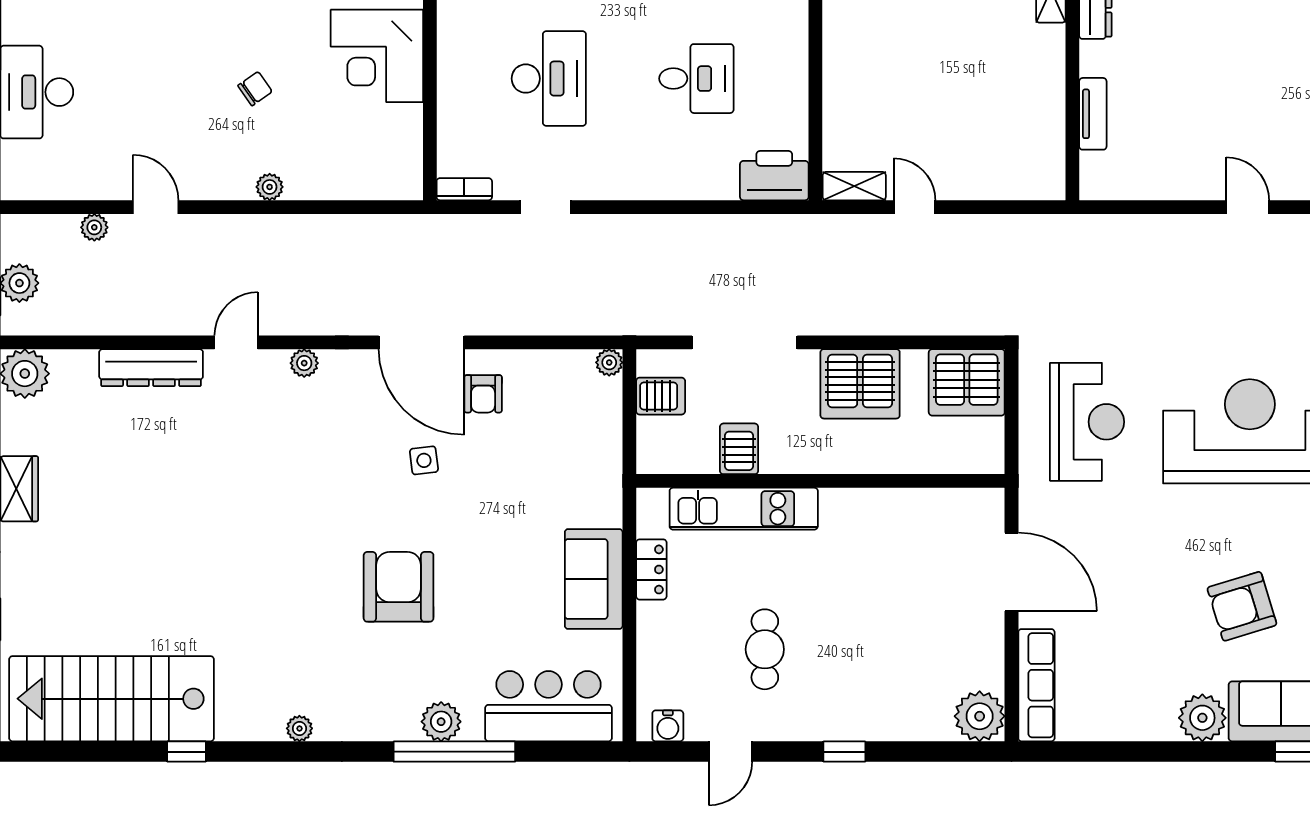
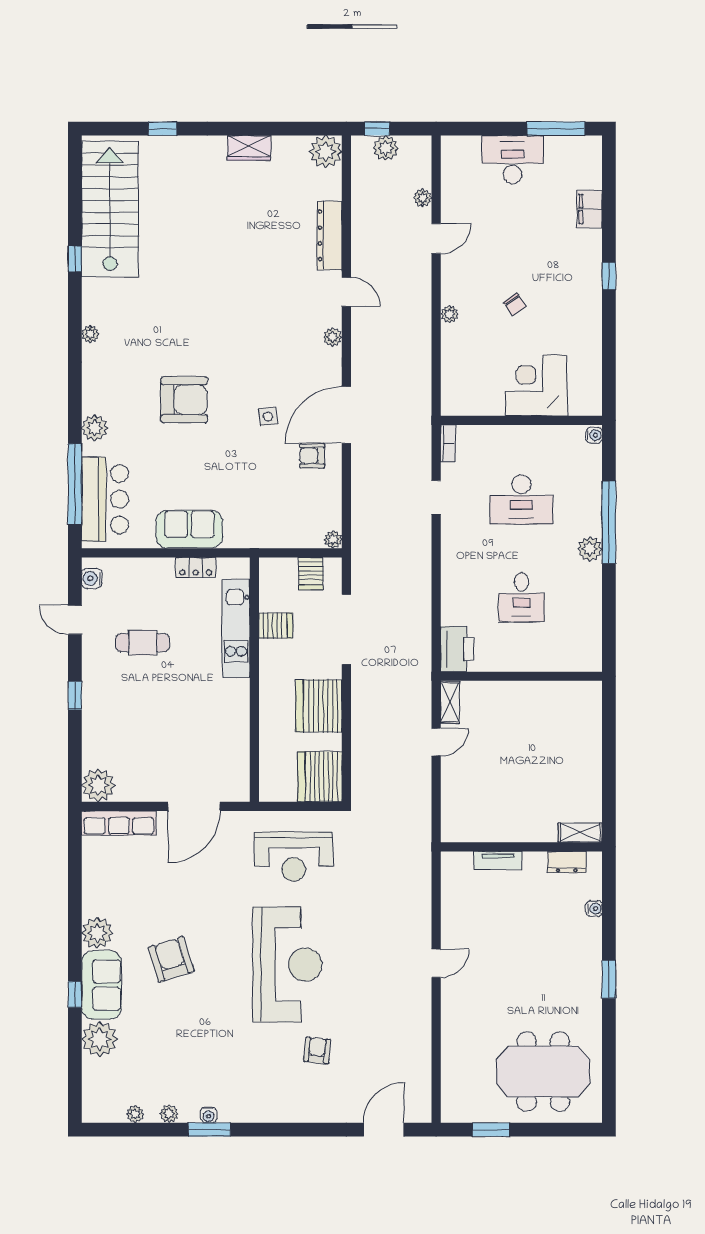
window: (454, 752) -> (75, 484), moved

